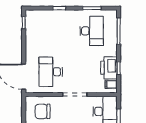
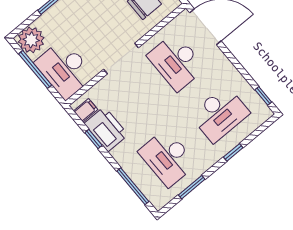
desk: (51, 31) -> (220, 114), added
desk: (51, 72) -> (176, 62), turned 180

